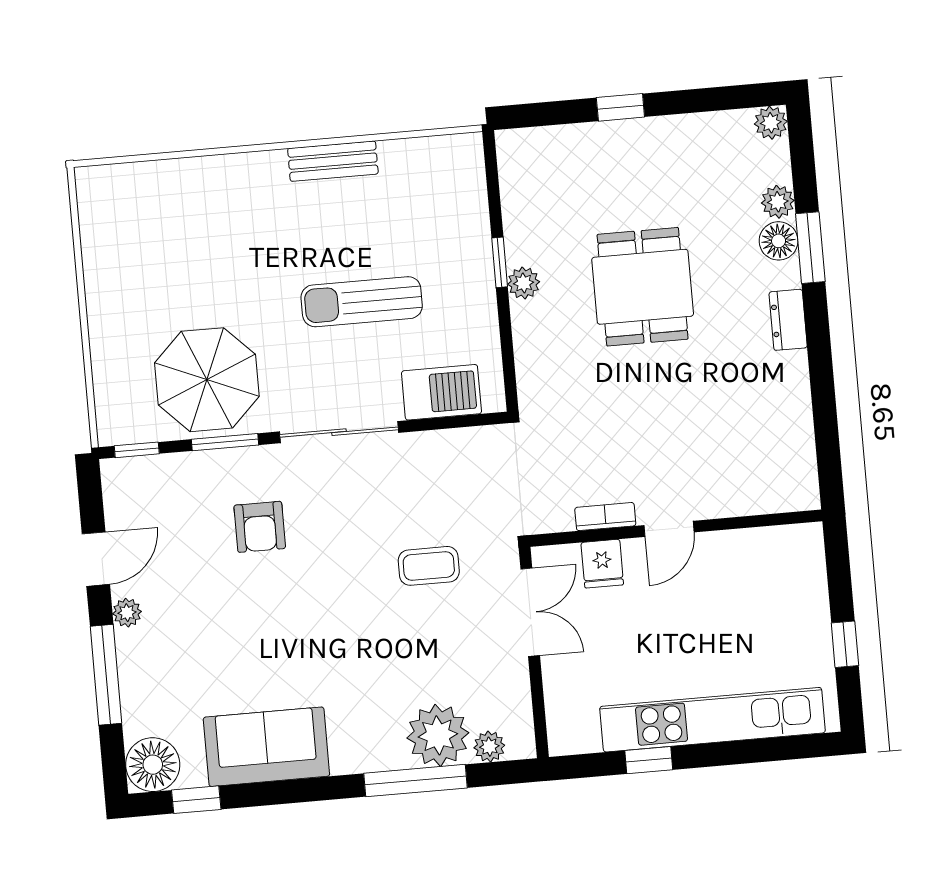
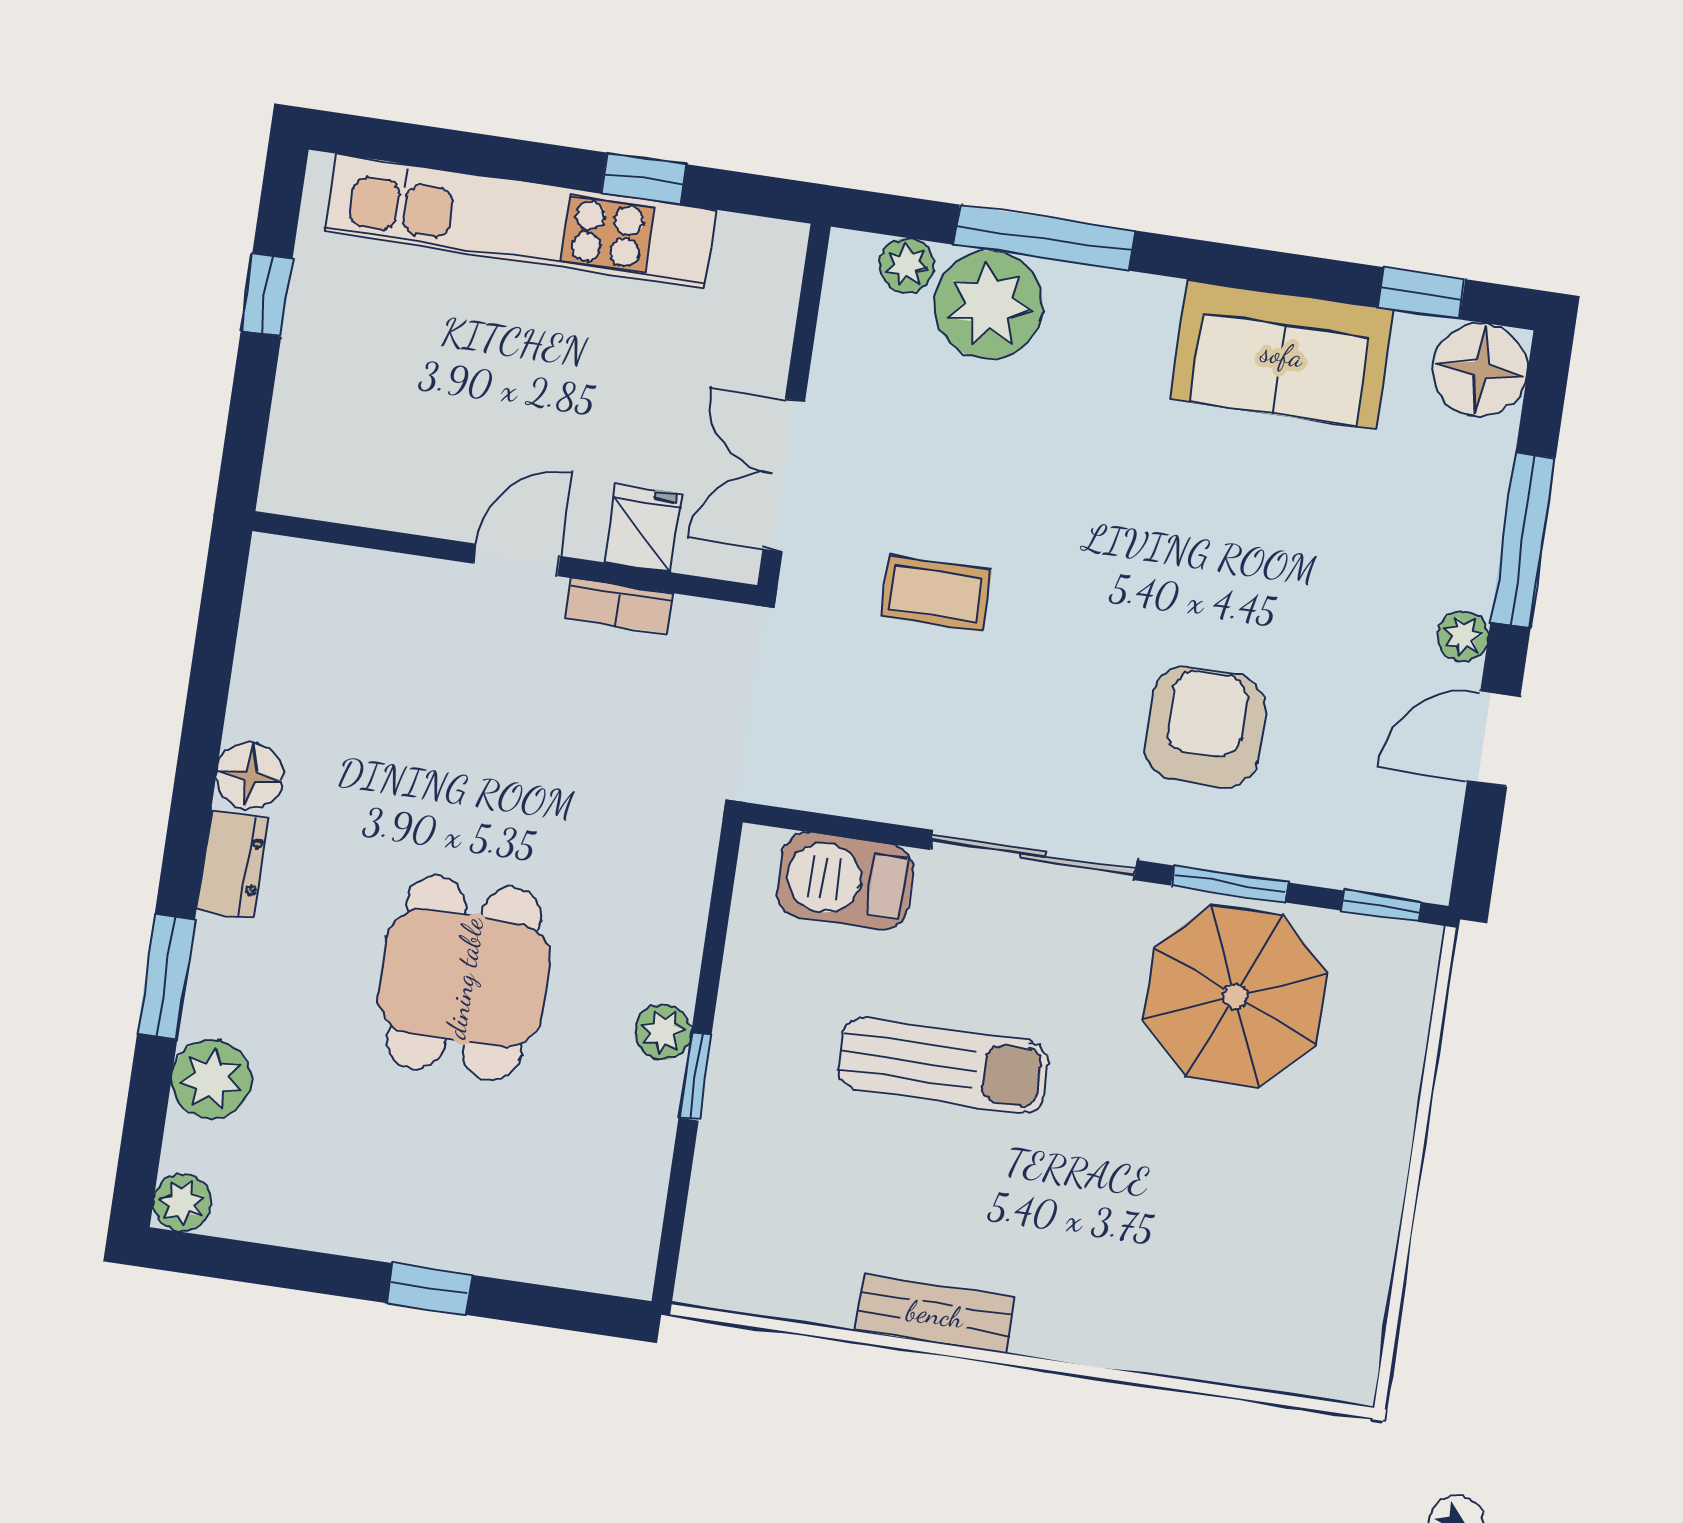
plant: (778, 202) -> (211, 1079), width x1.38, depth x1.38
floor lamp: (779, 241) -> (250, 776), moved
armchair: (260, 527) -> (1205, 727), width x1.38, depth x1.38

